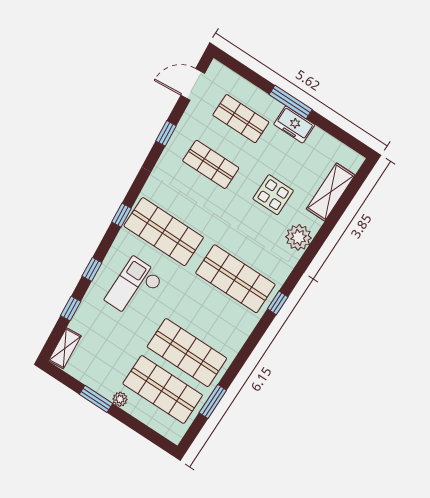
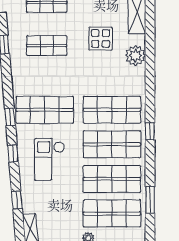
window: (92, 269) -> (13, 153), moved
window: (278, 303) -> (150, 131), moved
shop shelf: (211, 316) -> (112, 144), added

